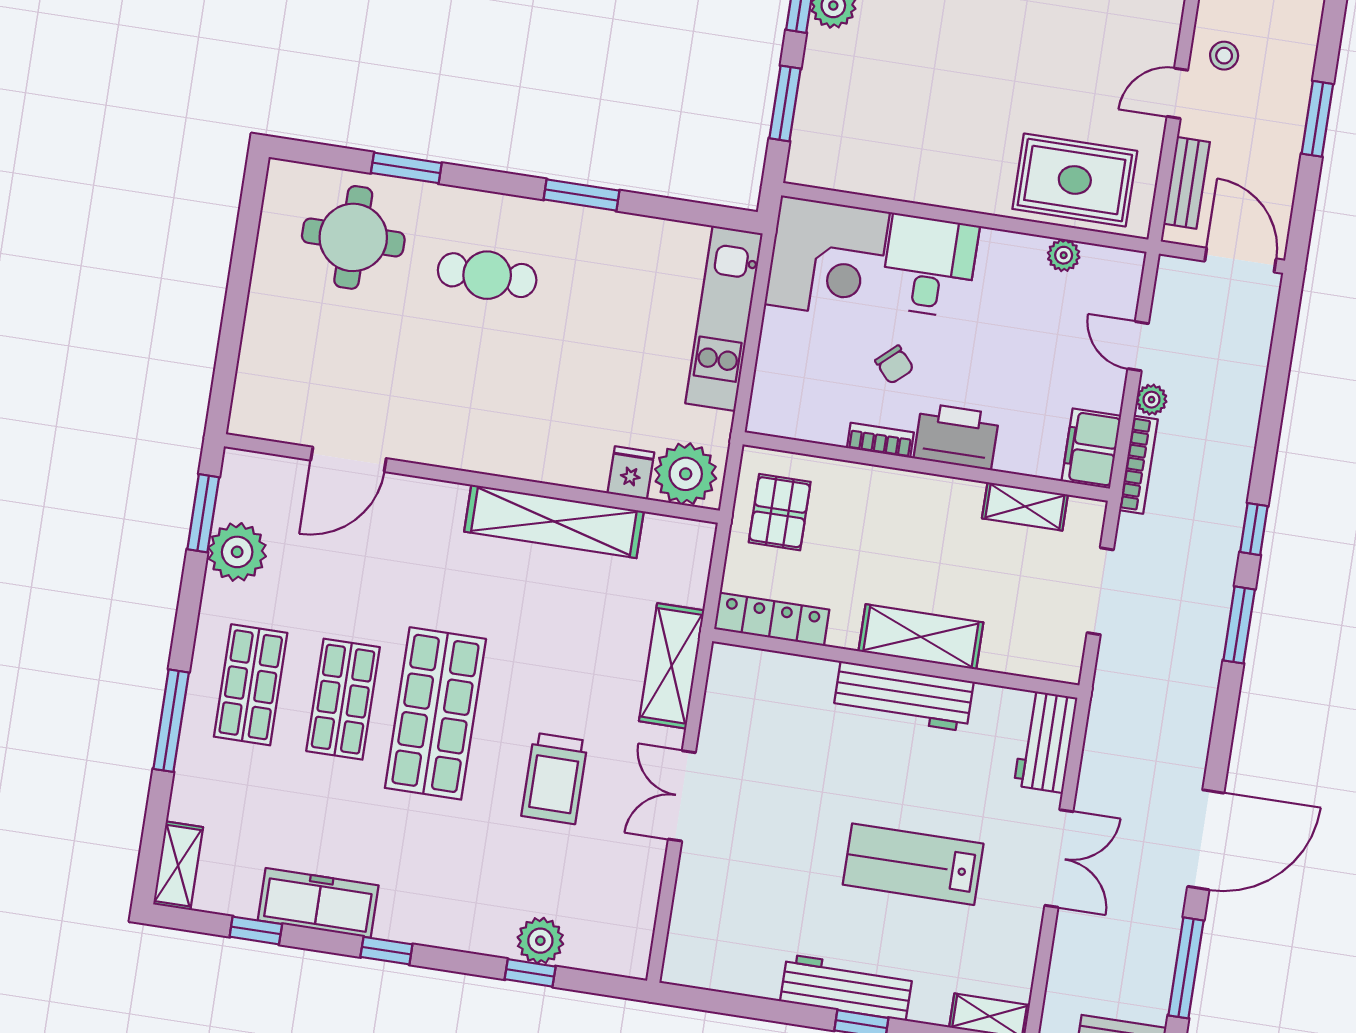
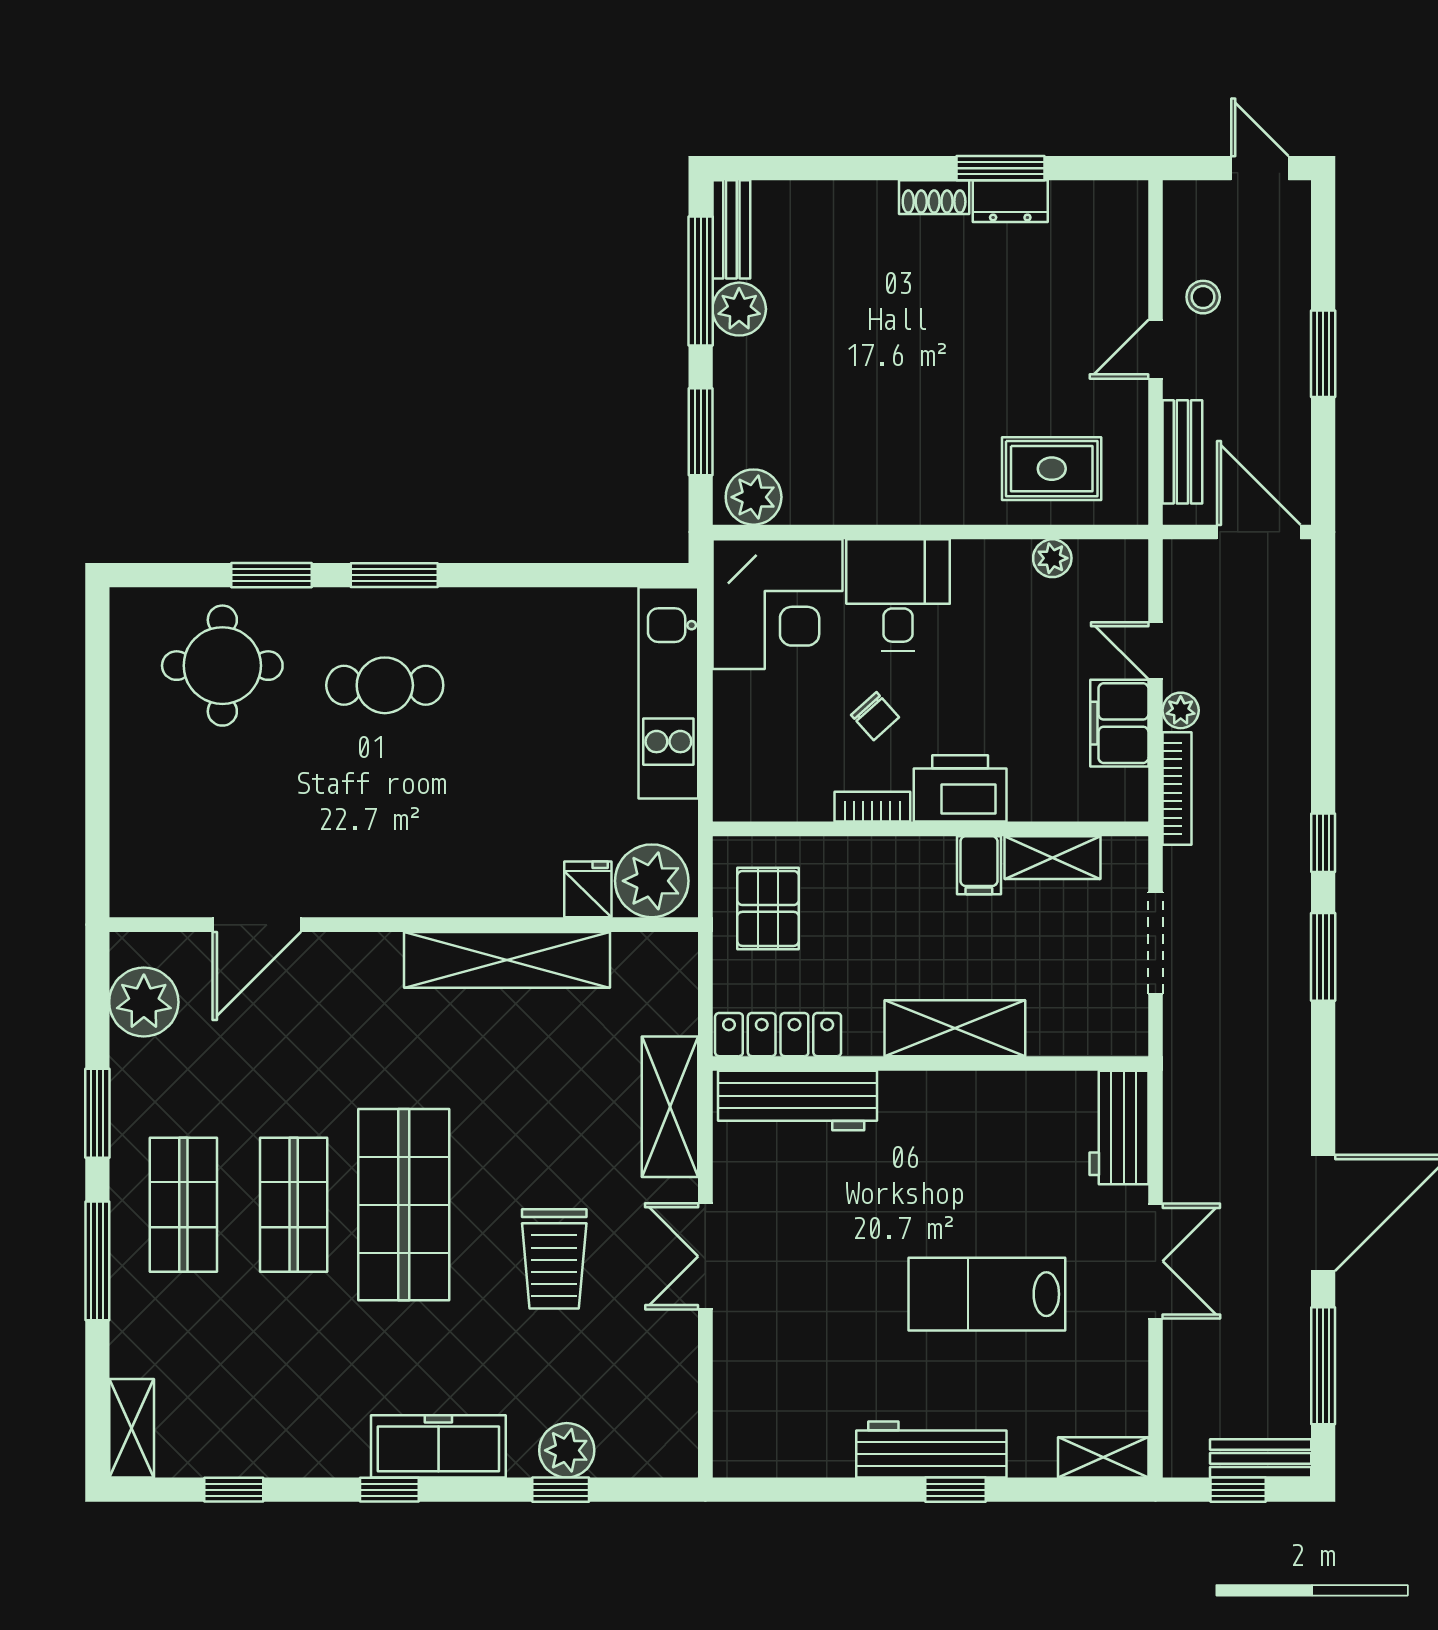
plant: (821, 165) -> (754, 497), added
rug: (1075, 180) -> (1052, 469), width x0.73, depth x0.70
window: (581, 195) -> (394, 575), moved
filing cabinet: (1091, 449) -> (1119, 723), moved
filing cabinet: (962, 503) -> (979, 865), added
window: (203, 513) -> (97, 1113), moved
plant: (237, 552) -> (144, 1002), moved
workbench: (903, 696) -> (798, 1101), moved
freezer: (318, 903) -> (438, 1446), moved

